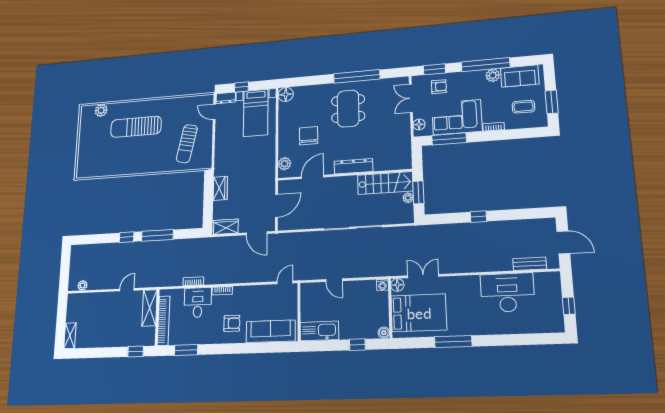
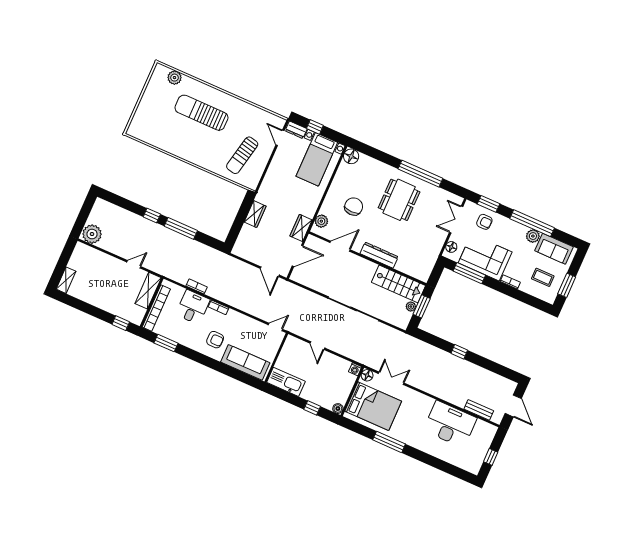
wardrobe: (226, 227) -> (301, 228), moved, turned -90
plant: (83, 285) -> (92, 234), width x1.88, depth x1.88

